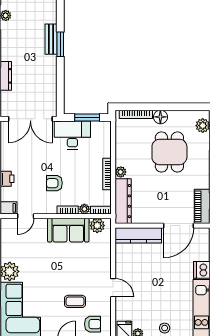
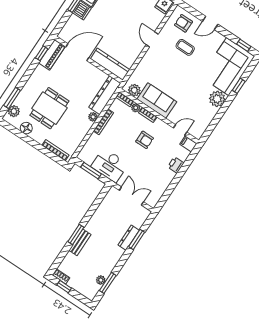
floor lamp: (160, 117) -> (26, 128), moved
double door: (30, 119) -> (131, 196), width x0.73

